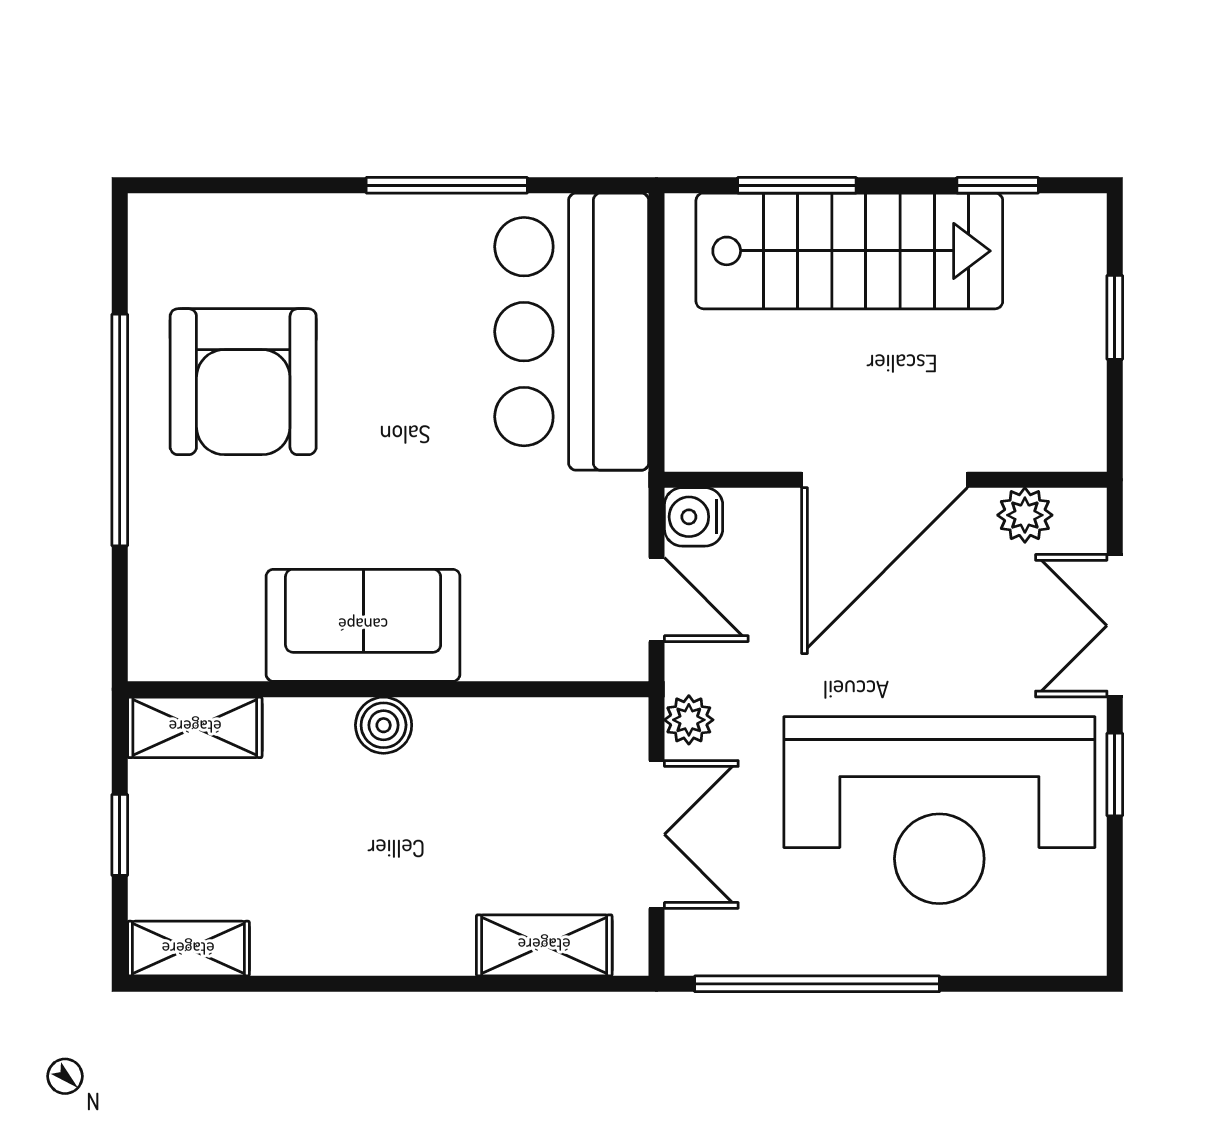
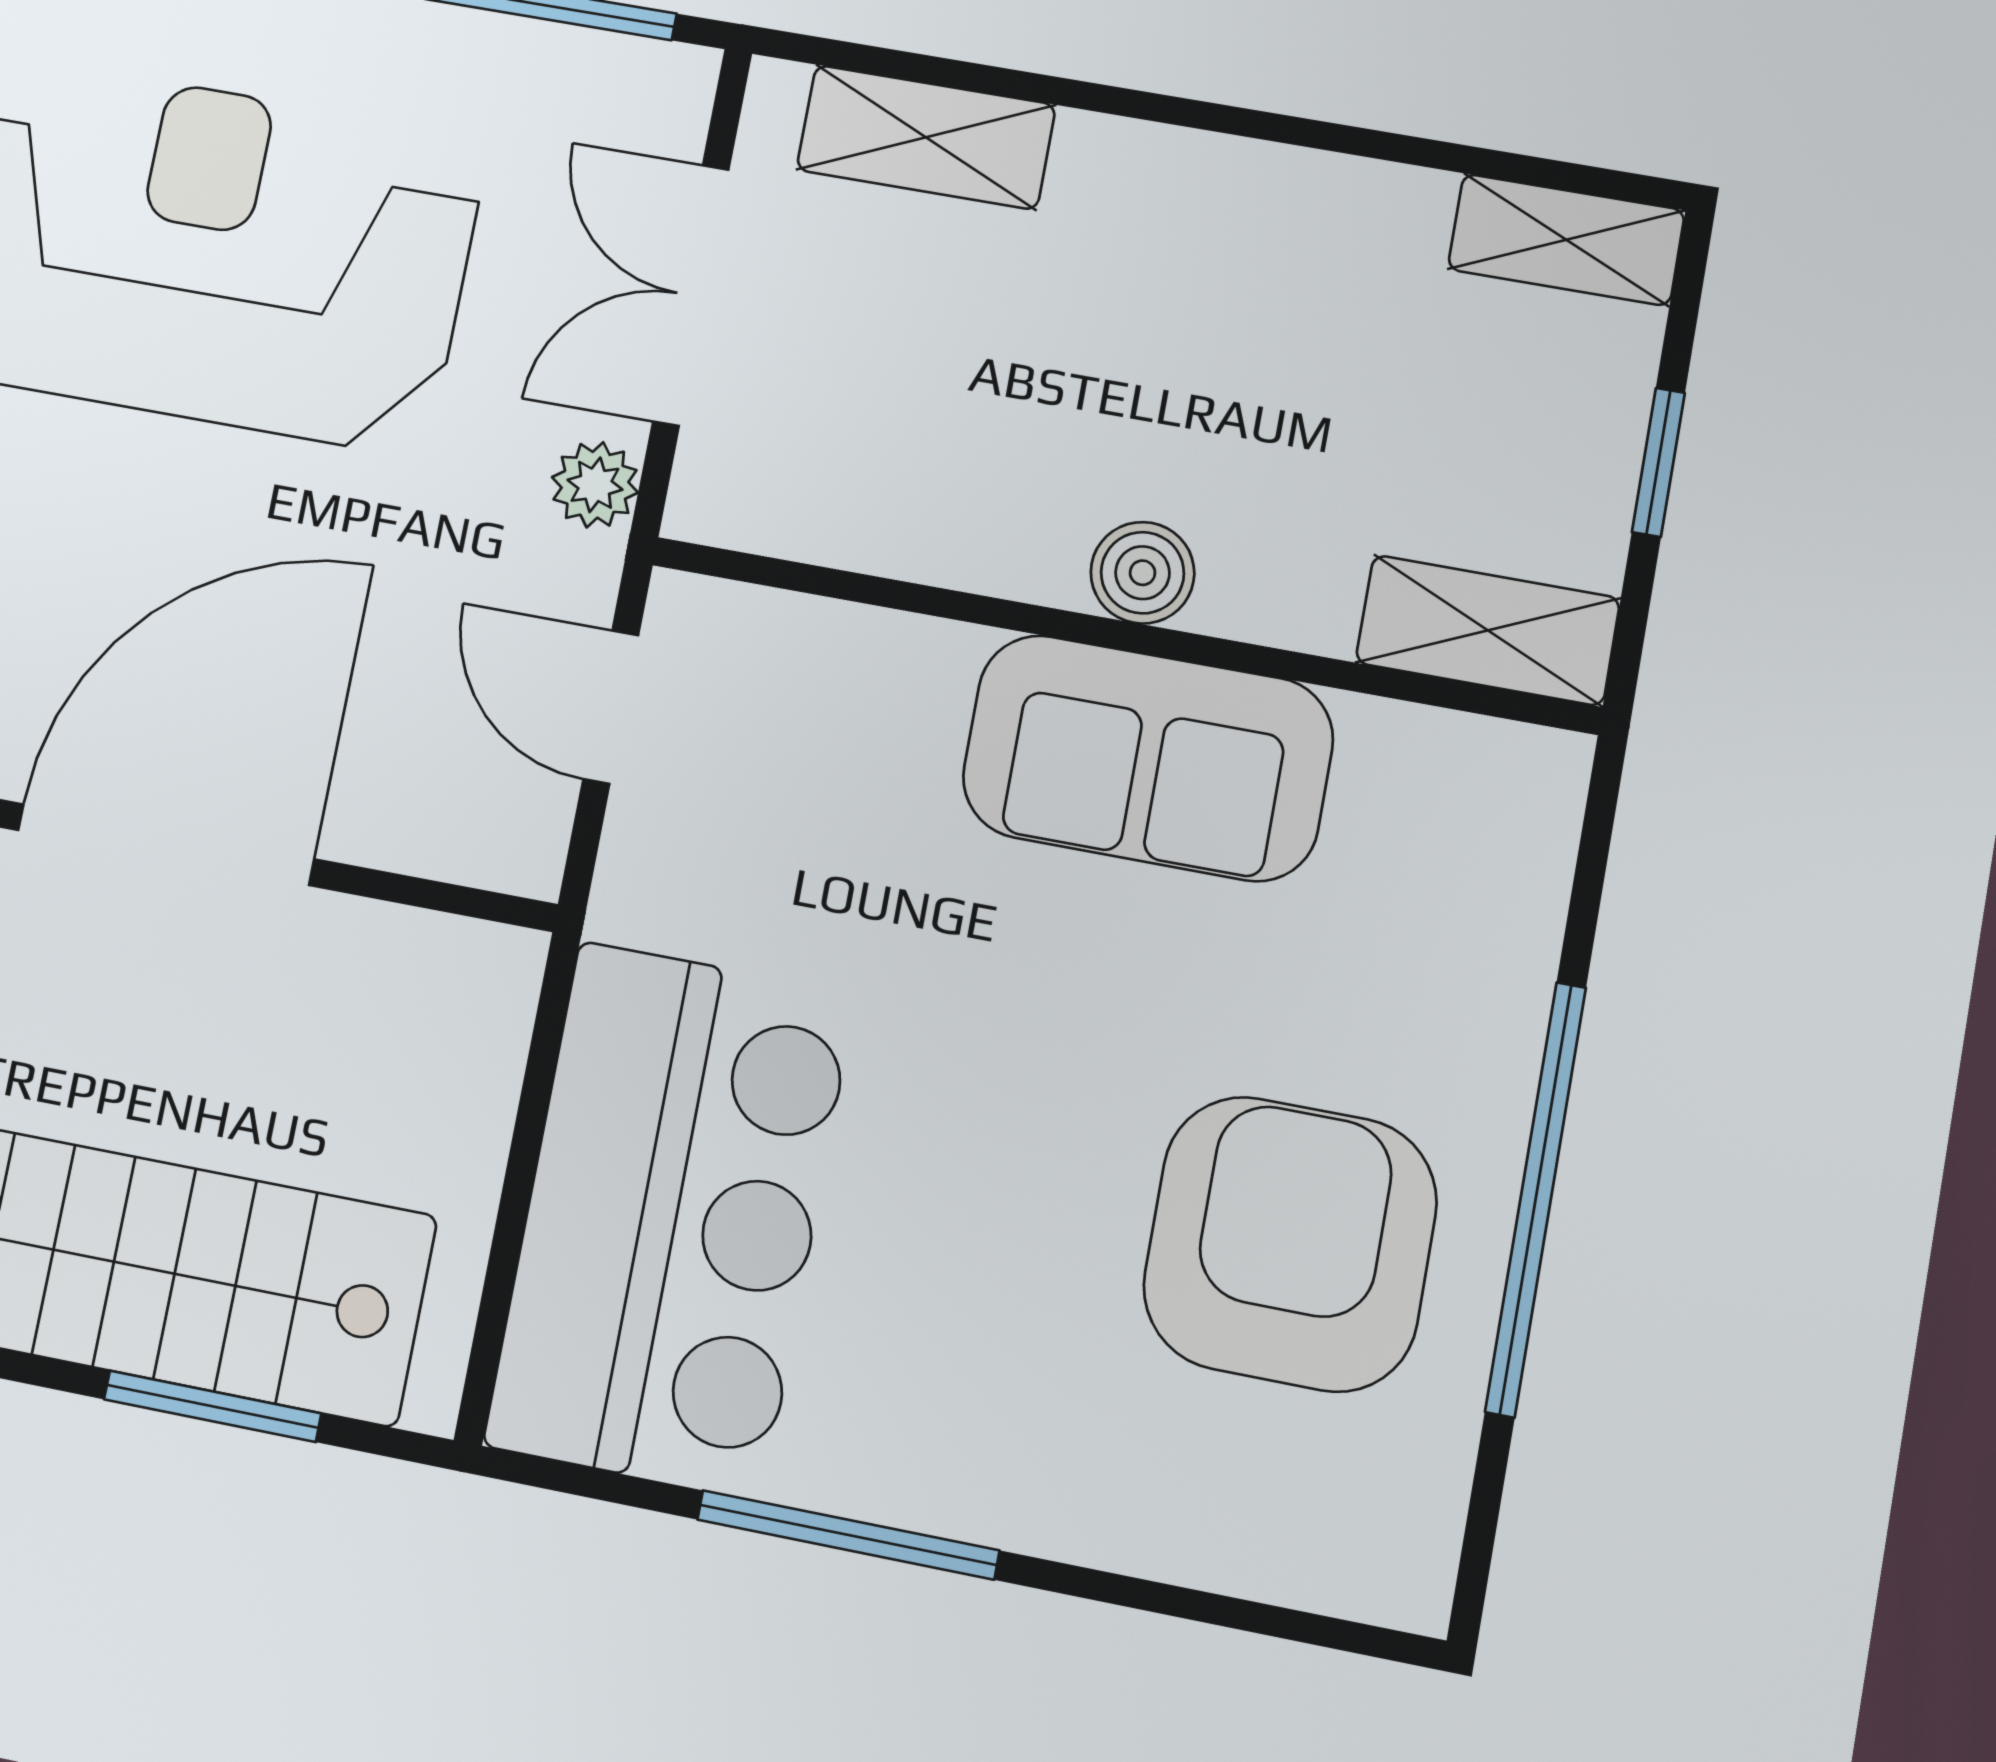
water cooler: (694, 517) -> (516, 842), removed

